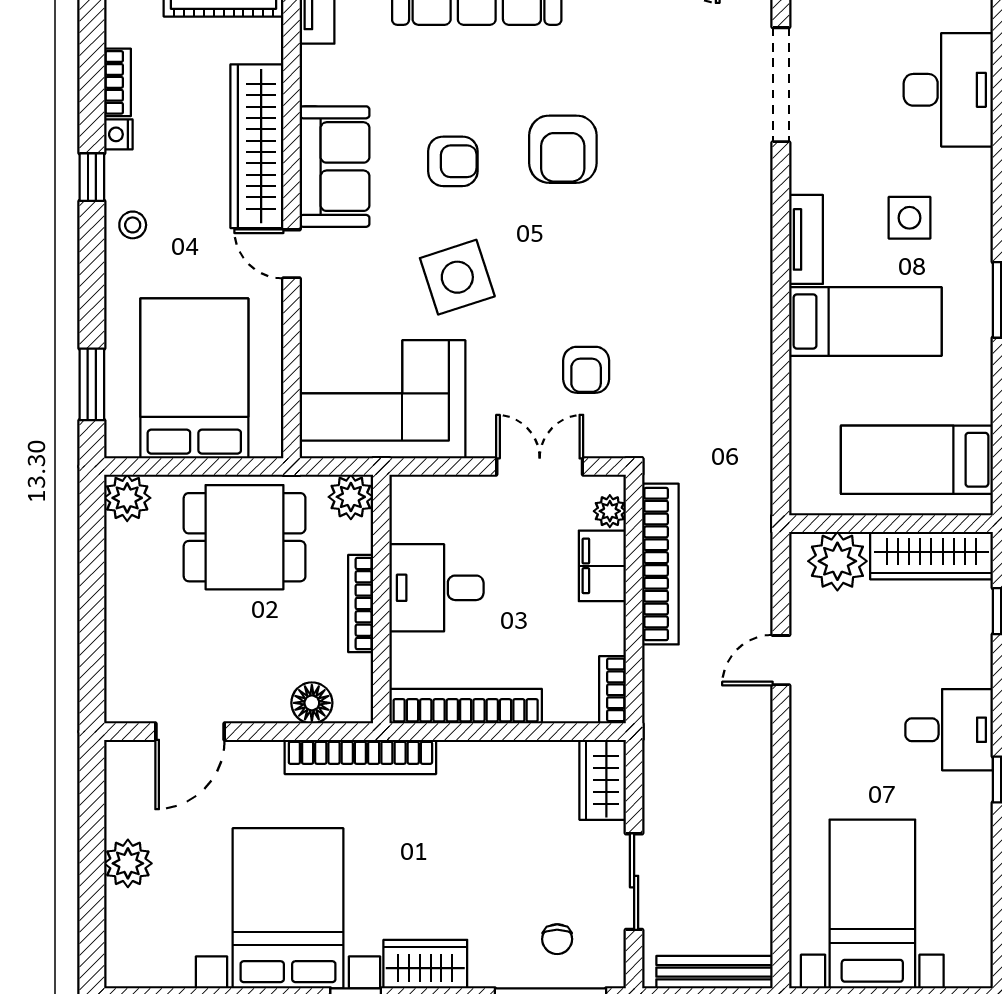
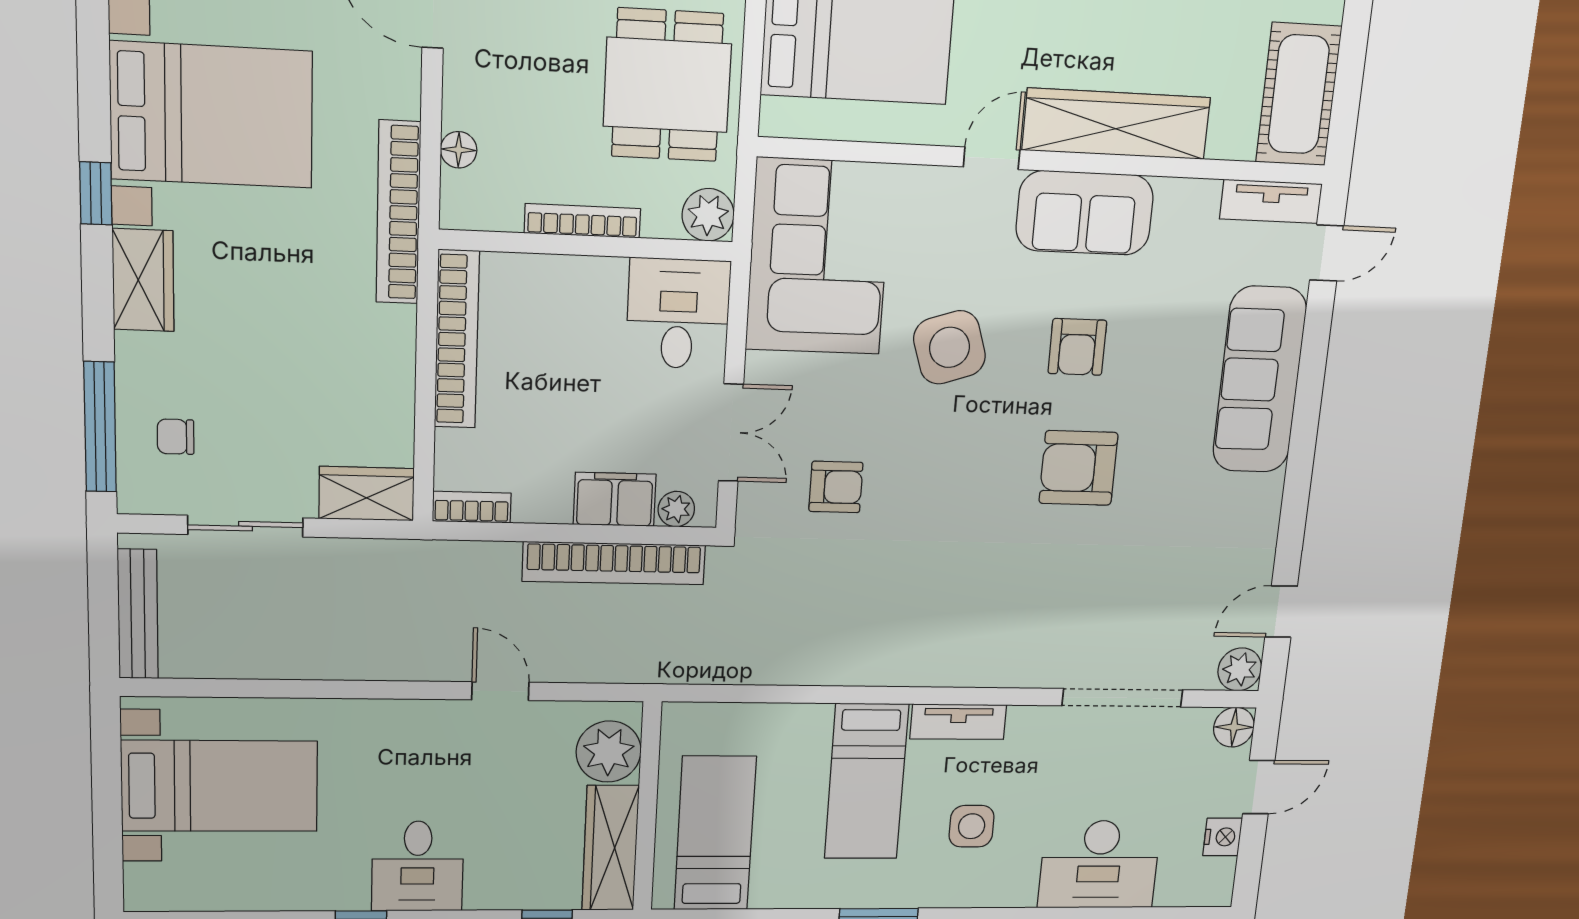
armchair: (586, 370) -> (836, 487), turned 180
desk: (436, 588) -> (678, 314), moved
floor lamp: (312, 703) -> (459, 150), width x0.73, depth x0.73

